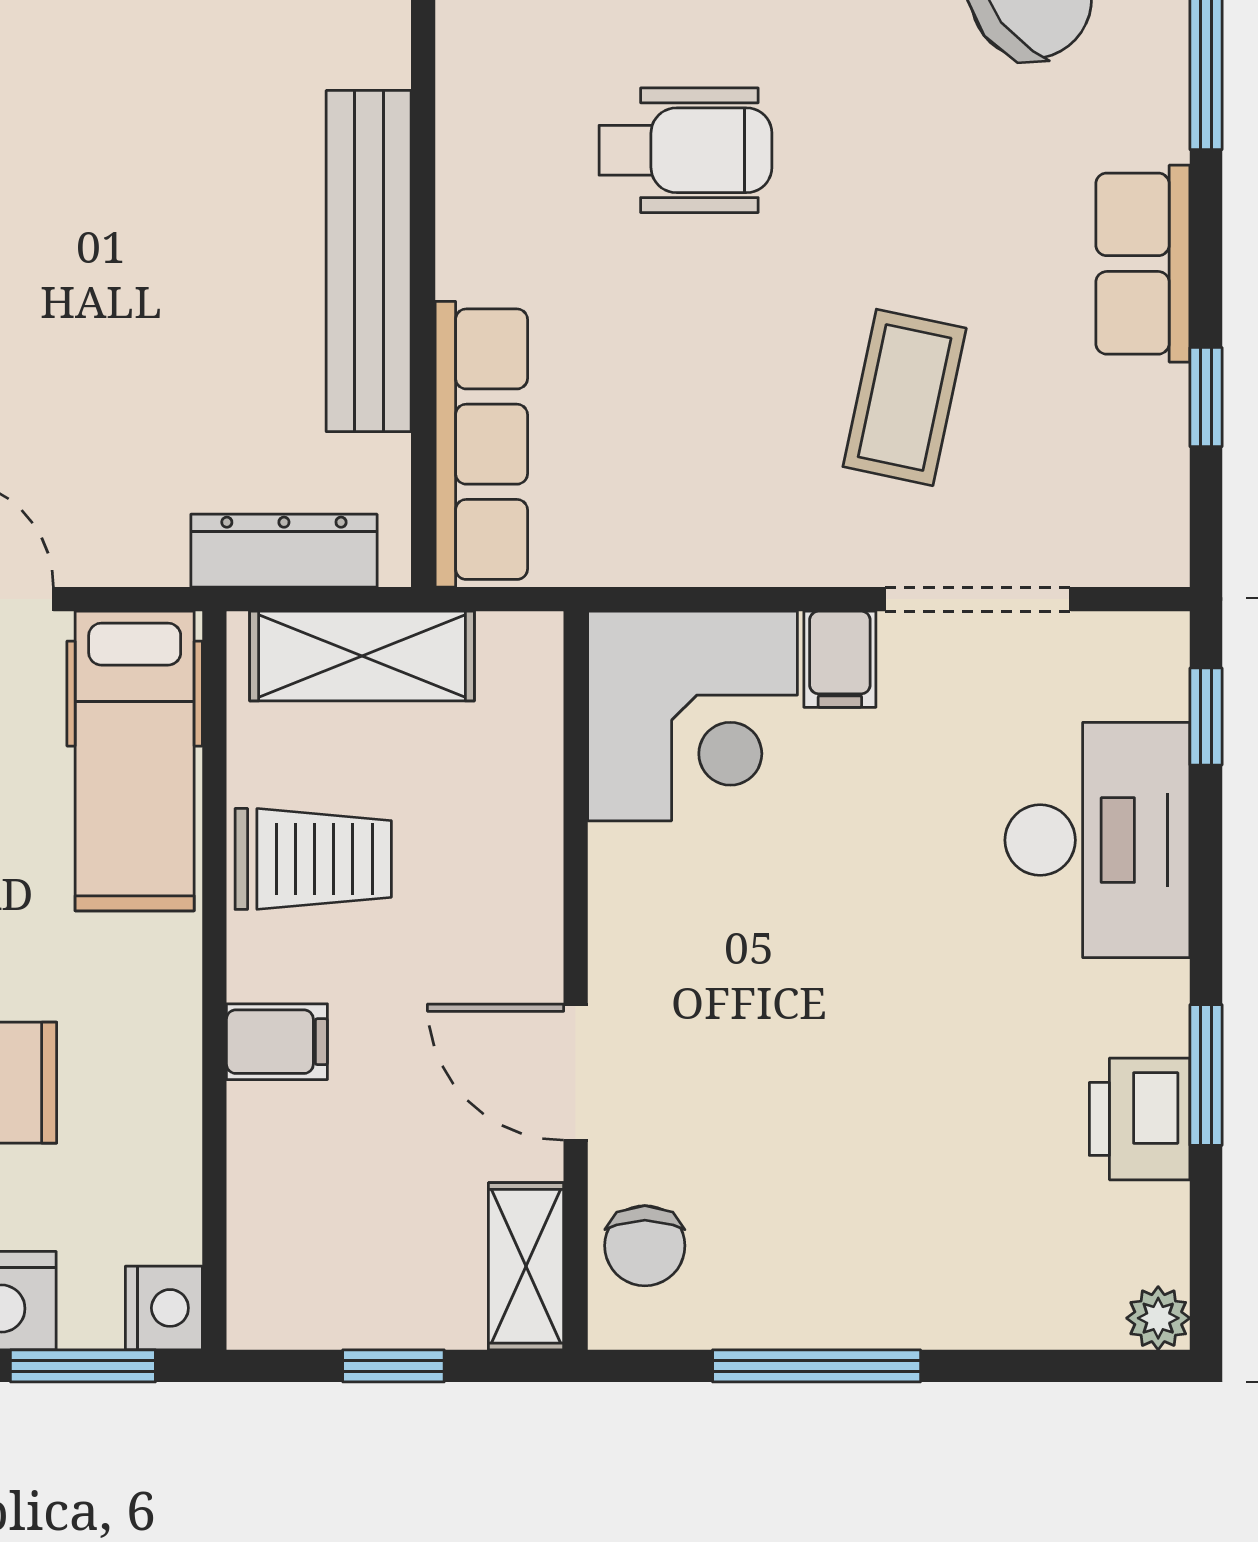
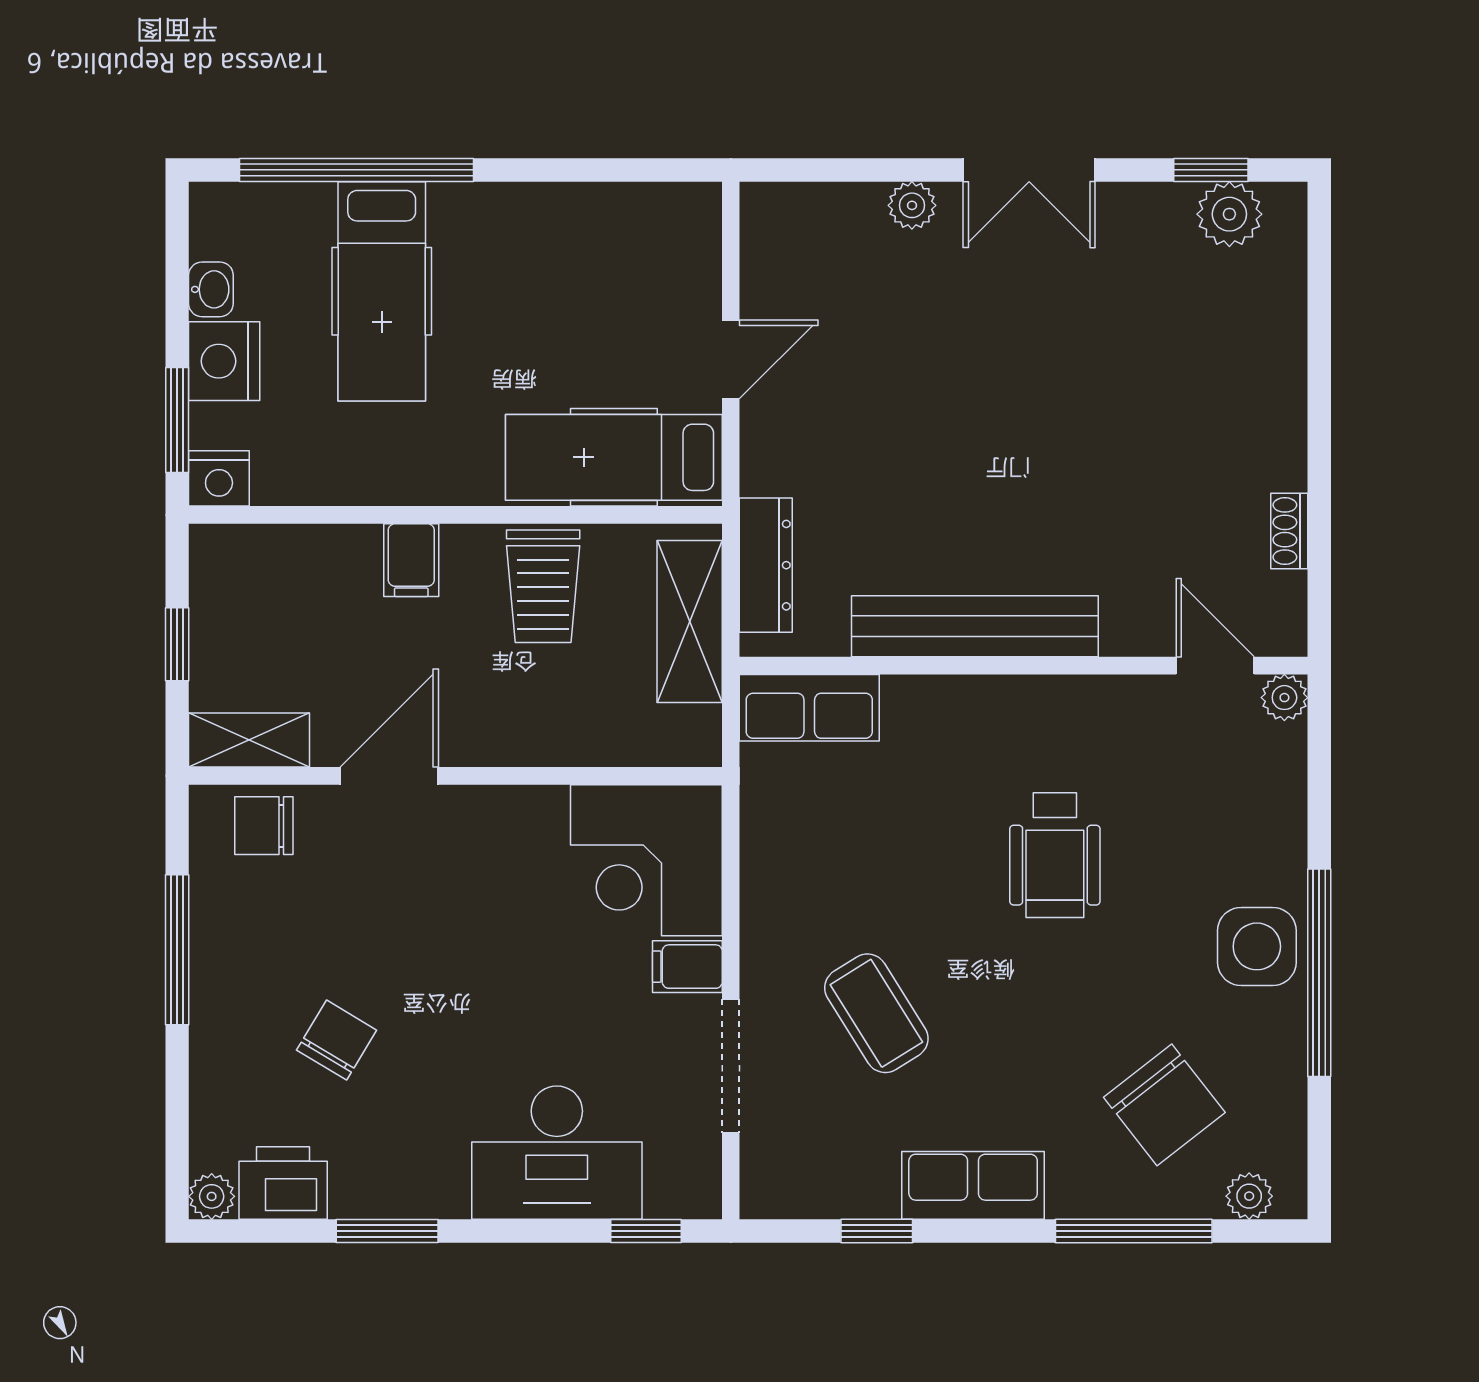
coffee table: (905, 397) -> (876, 1013), turned 46
row of seats: (481, 444) -> (809, 708), width x0.68
printer: (1140, 1119) -> (283, 1183), moved
chair: (942, 1145) -> (337, 1040), added

